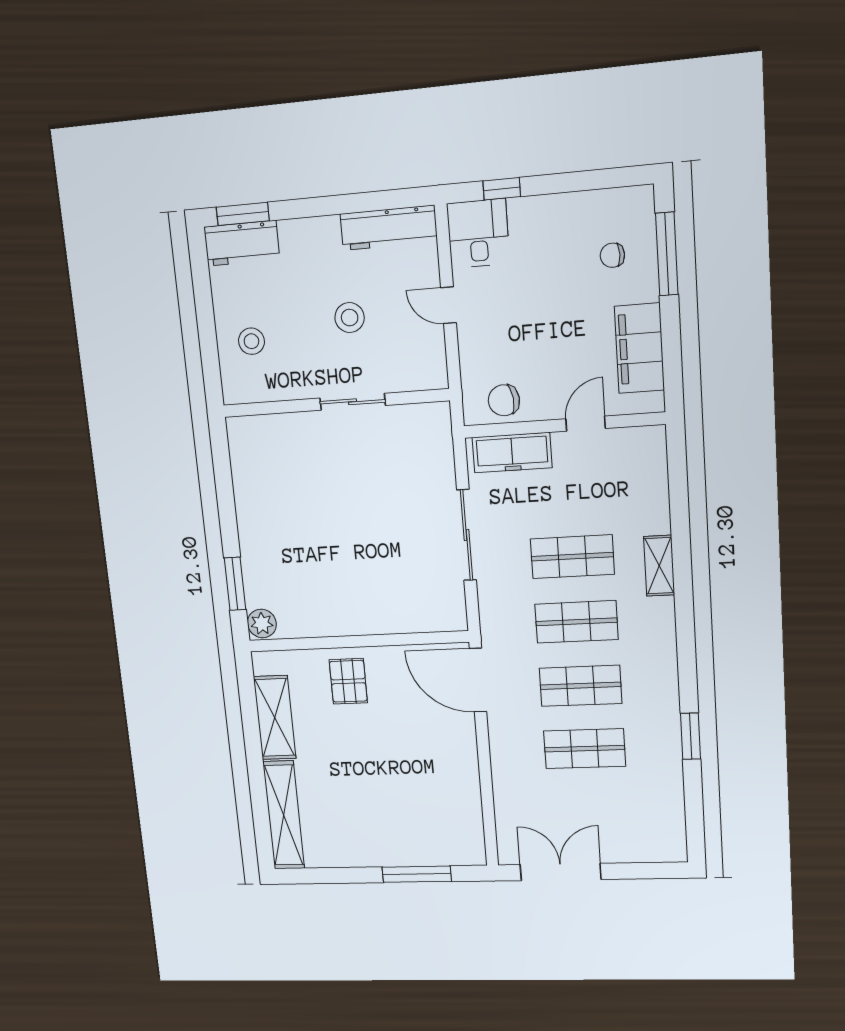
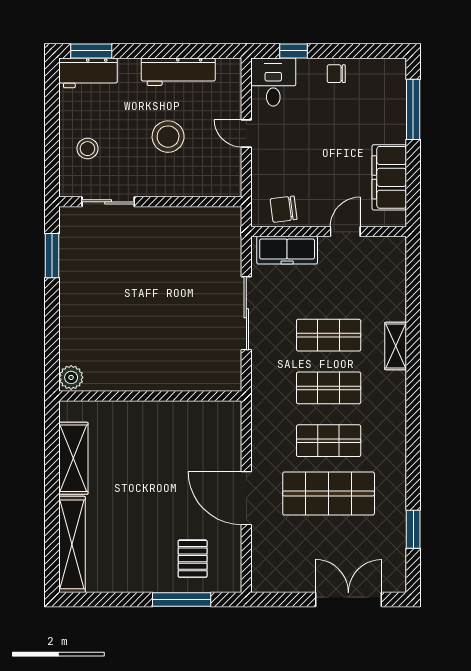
workbench: (389, 228) -> (178, 72), moved
chair: (612, 255) -> (336, 74), moved
stool: (350, 318) -> (168, 137), width x1.38, depth x1.38
sliding door: (353, 402) -> (108, 202), moved
window: (235, 584) -> (52, 256), moved
door: (478, 680) -> (246, 498), moved
pallet: (348, 681) -> (193, 559), moved
window: (690, 736) -> (413, 529), moved
shop shelf: (585, 749) -> (329, 493), width x1.43, depth x1.36
double door: (561, 872) -> (348, 599), moved

